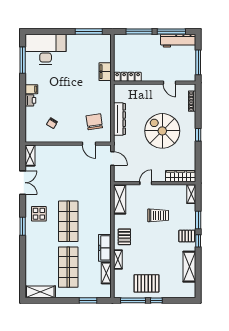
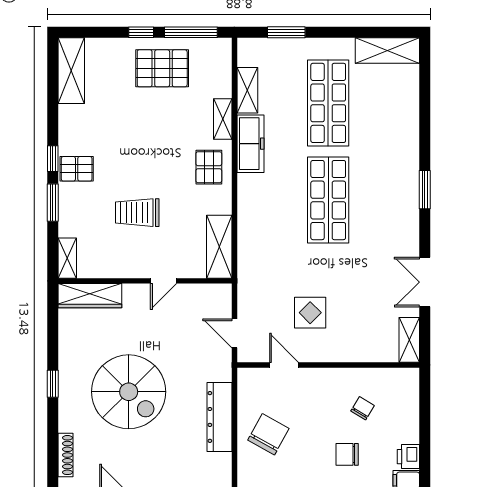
chair: (59, 101) -> (347, 454), added
chair: (94, 122) -> (268, 434), moved, turned -143
display table: (39, 214) -> (310, 313), moved
shelving: (189, 267) -> (71, 71), moved

